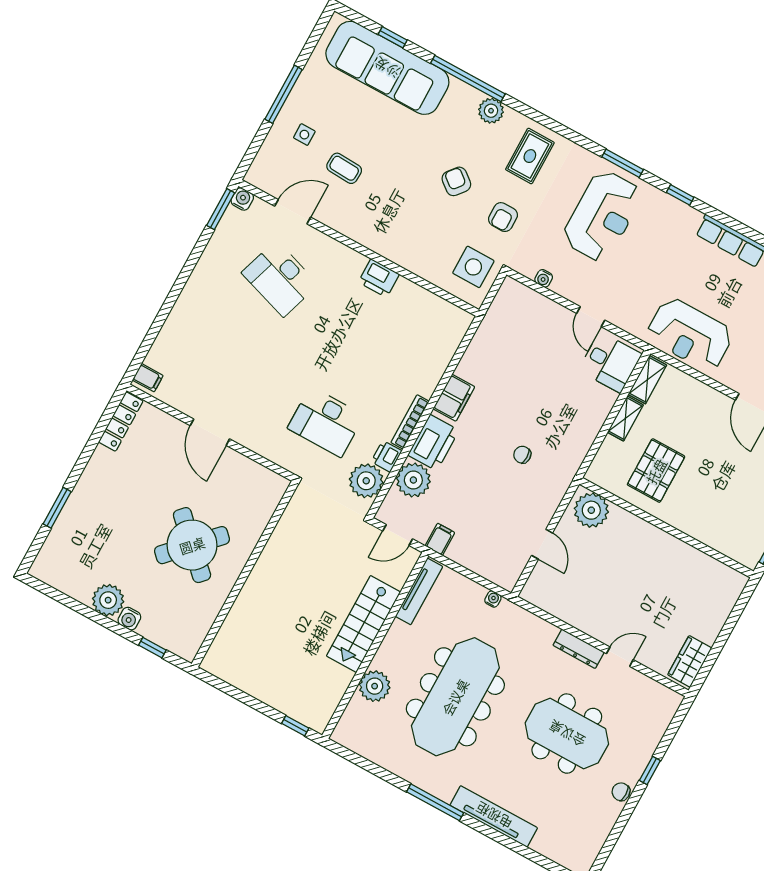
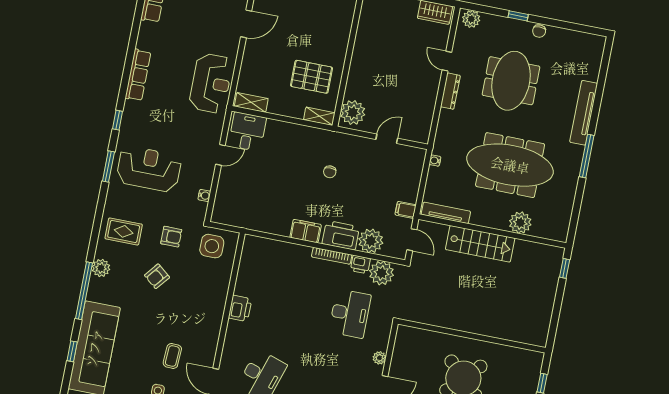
shelving: (625, 419) -> (319, 116), moved
plant: (254, 442) -> (379, 358), added
plant: (666, 707) -> (471, 19), added

